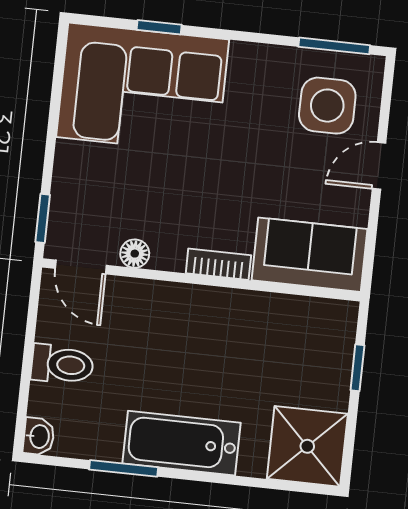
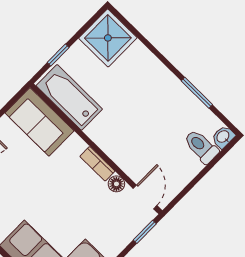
bookcase: (218, 264) -> (97, 164), moved
toilet: (62, 364) -> (201, 147), moved
bathtub: (181, 443) -> (69, 97), moved, turned 180

